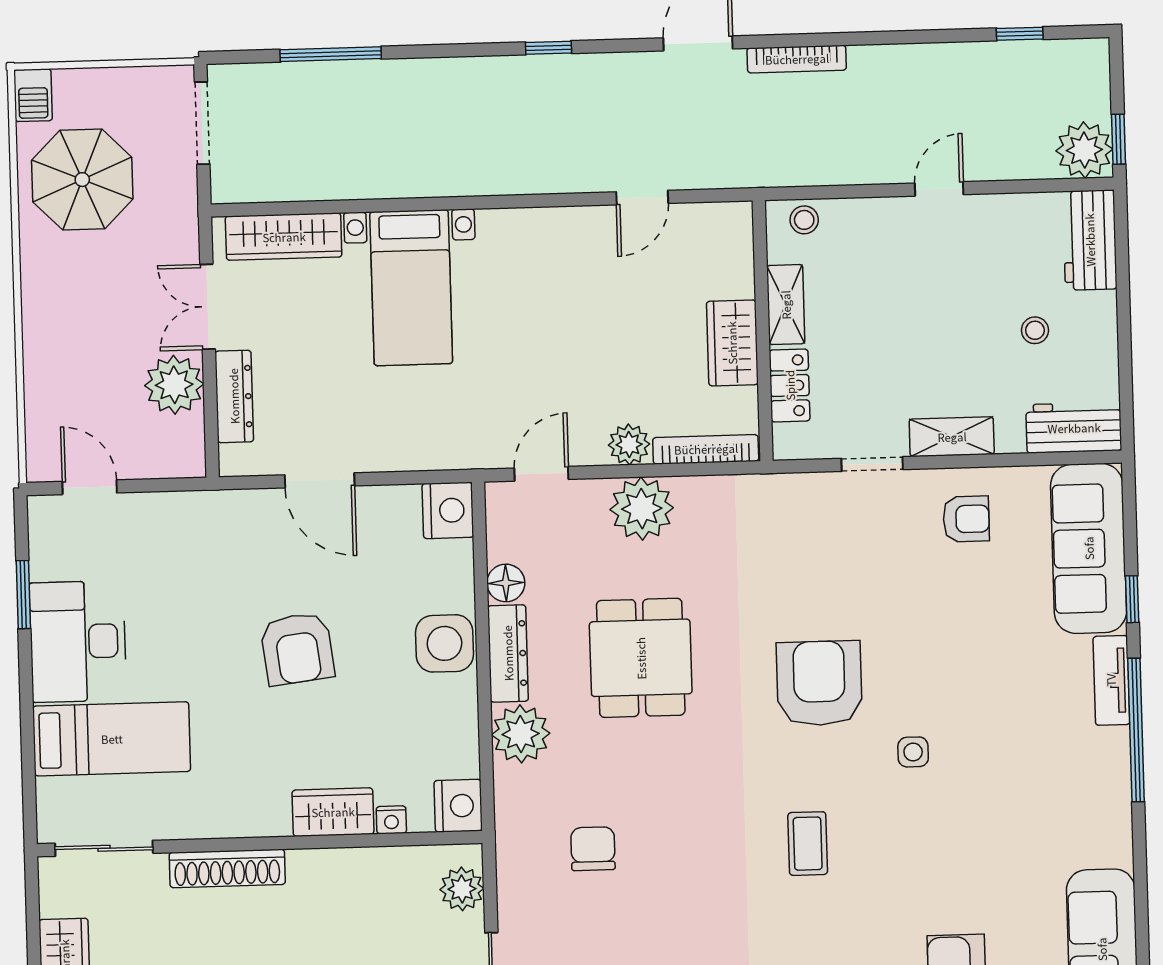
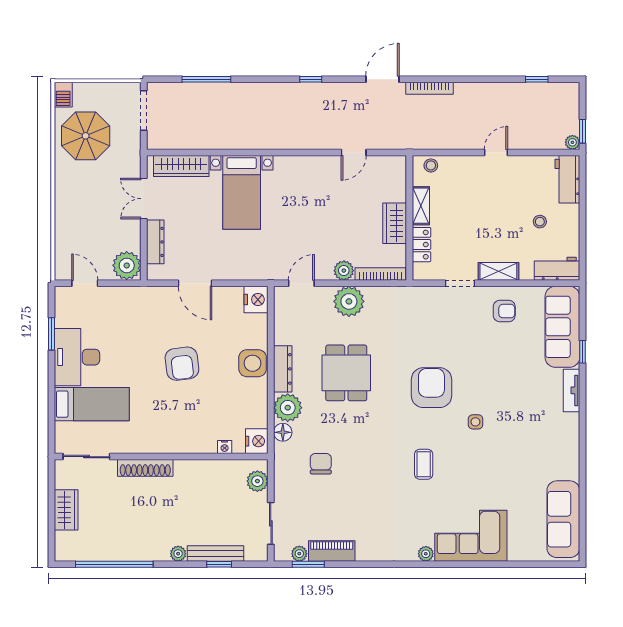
plant: (1084, 150) -> (572, 142), width x0.53, depth x0.53
plant: (174, 385) -> (127, 265), moved
floor lamp: (506, 583) -> (283, 432), moved
window: (1136, 730) -> (583, 415), removed
wardrobe: (333, 812) -> (197, 442), removed

